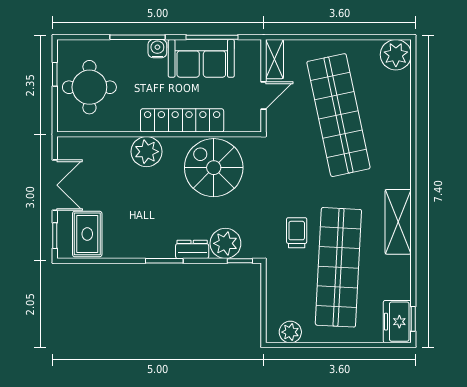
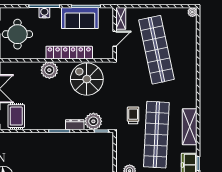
water cooler: (157, 49) -> (44, 13), moved
plant: (396, 55) -> (192, 12), width x0.53, depth x0.53
shelving: (398, 222) -> (190, 127), moved

